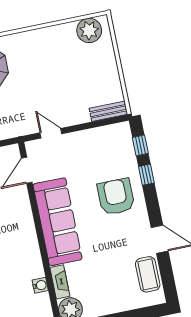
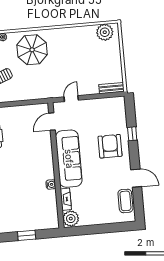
door: (51, 133) -> (71, 99), hinge flipped
window: (140, 145) -> (130, 114), removed
water cooler: (40, 285) -> (51, 184), moved

